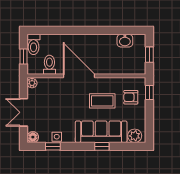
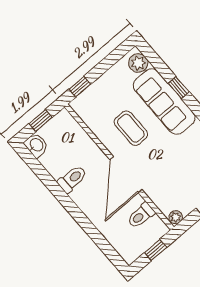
washbasin: (125, 41) -> (36, 145), moved
toilet: (34, 44) -> (72, 179), moved
armchair: (131, 97) -> (101, 102), removed

